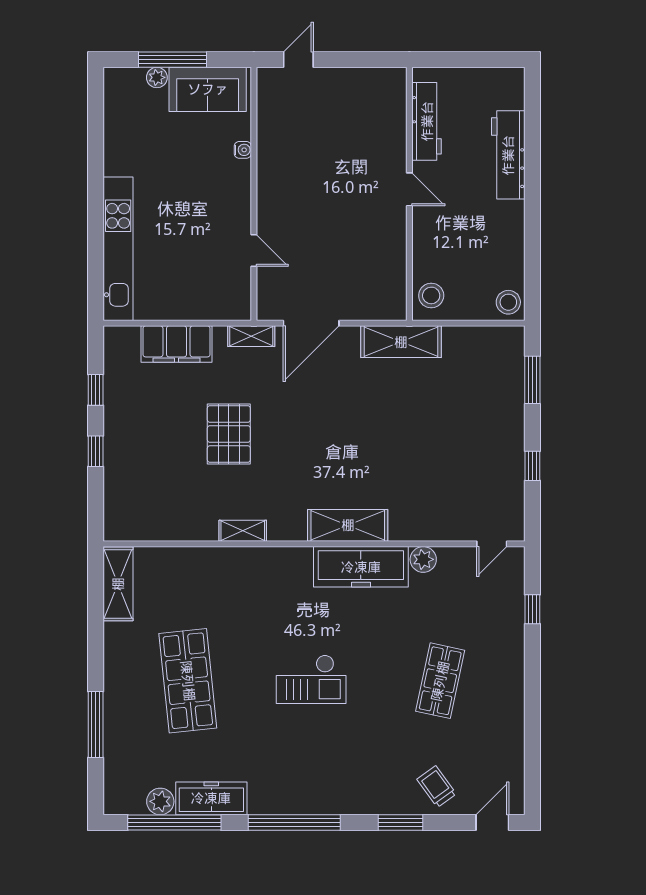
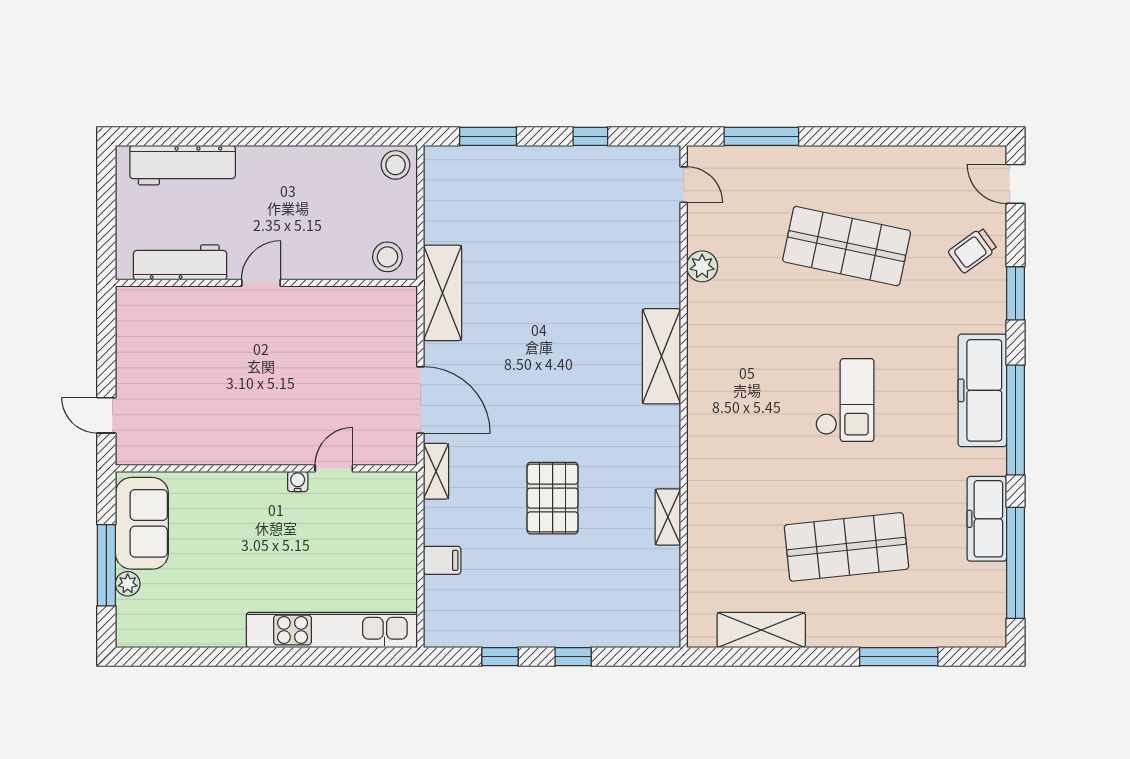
water cooler: (243, 150) -> (298, 481), moved
workbench: (508, 155) -> (183, 165), moved
filing cabinet: (177, 344) -> (442, 560), width x0.33, depth x0.86
pallet: (229, 434) -> (553, 498), turned 90
shelving: (243, 531) -> (668, 517), moved
freezer: (361, 567) -> (982, 390), moved, turned 180
shelving: (118, 584) -> (761, 630), moved
window: (532, 609) -> (761, 136), width x2.17
shop shelf: (440, 681) -> (847, 246), width x1.43, depth x1.36
plant: (160, 801) -> (990, 580), removed

